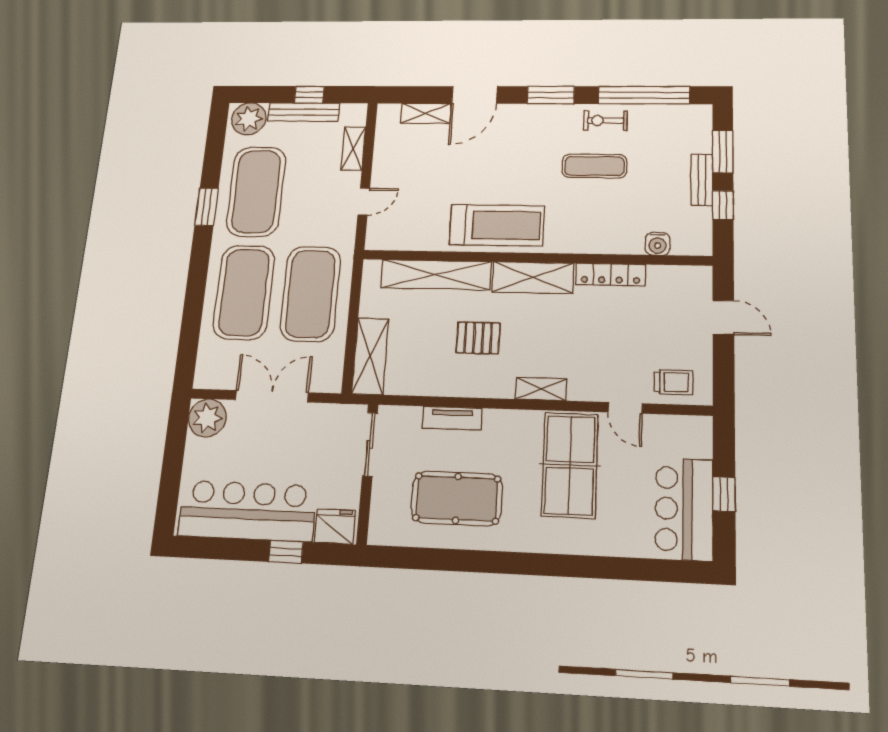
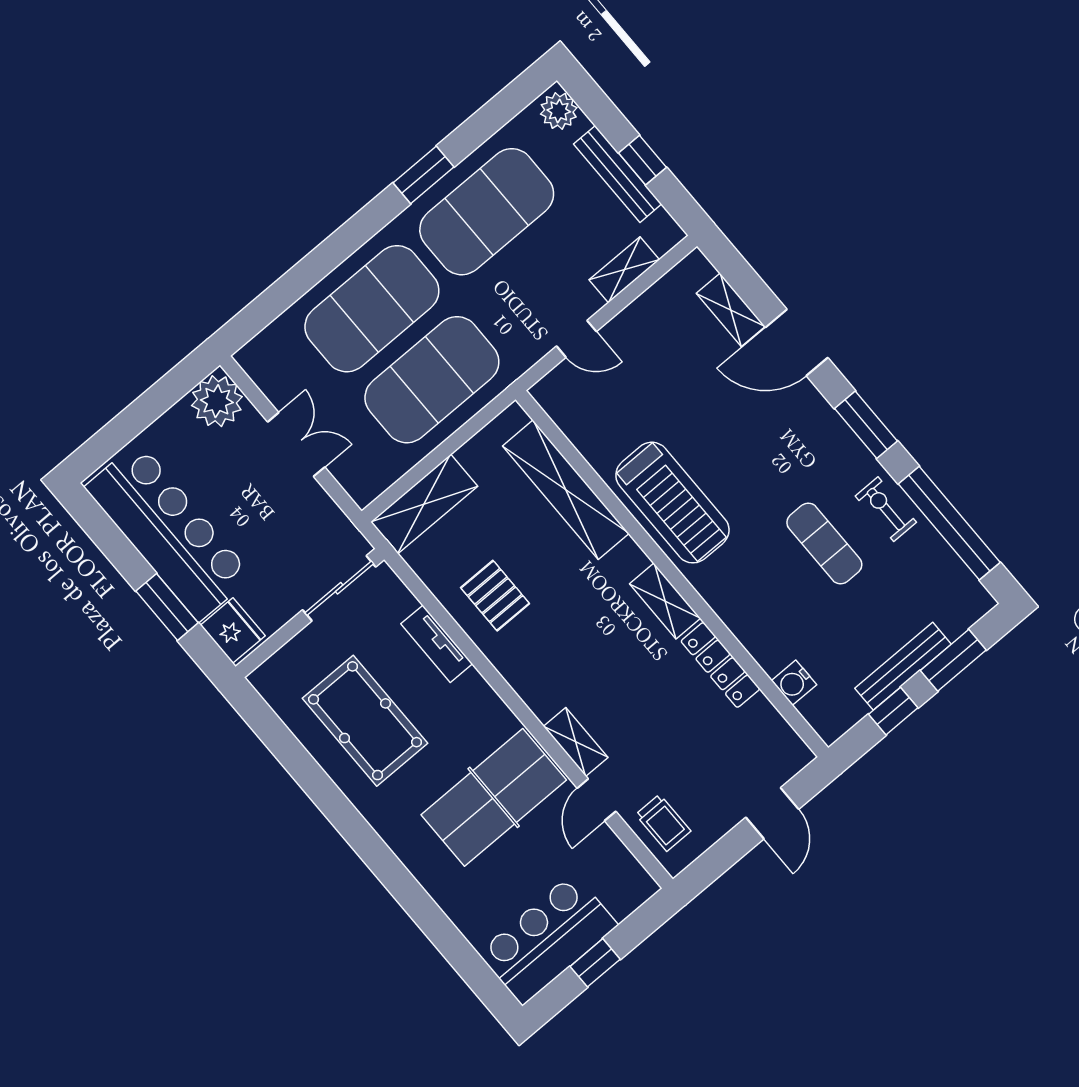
plant: (249, 119) -> (559, 111), width x0.73, depth x0.73
bench: (702, 180) -> (903, 666), width x1.36
shelving: (533, 278) -> (665, 601), width x0.67, depth x0.75
pallet: (478, 338) -> (495, 596), moved
shelving: (541, 389) -> (576, 742), moved
double door: (272, 396) -> (296, 444), width x0.73
window: (286, 552) -> (167, 607), width x1.50

